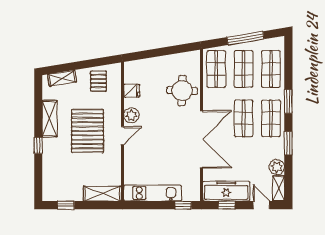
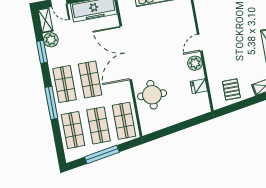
window: (288, 101) -> (51, 103), width x1.44
pallet: (88, 131) -> (233, 41), removed
window: (288, 143) -> (42, 52), moved

